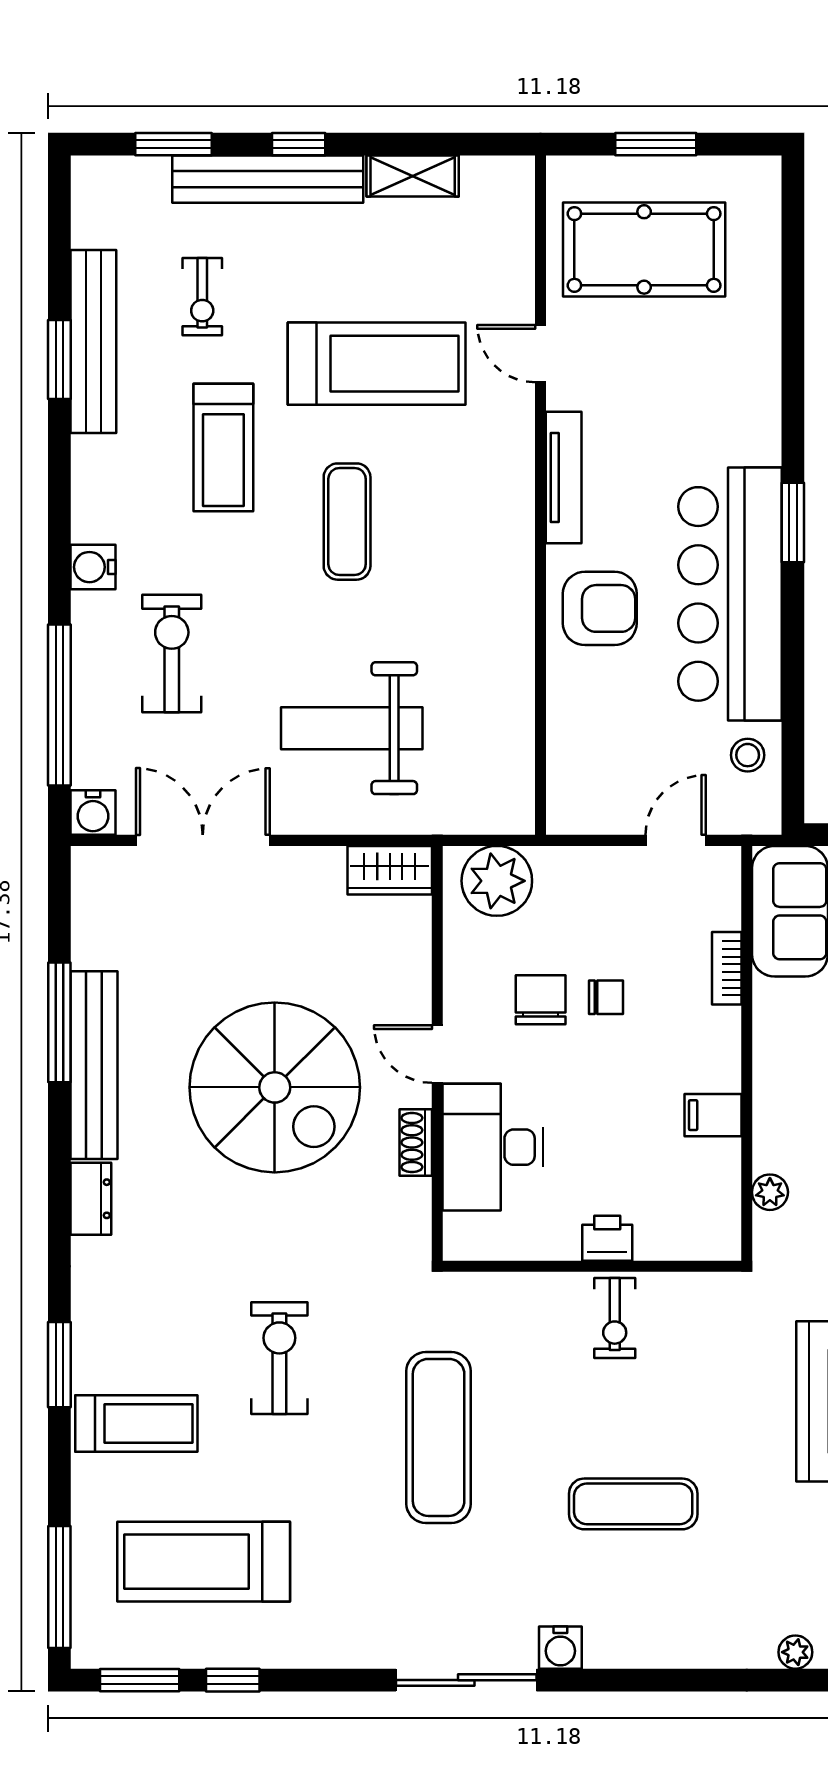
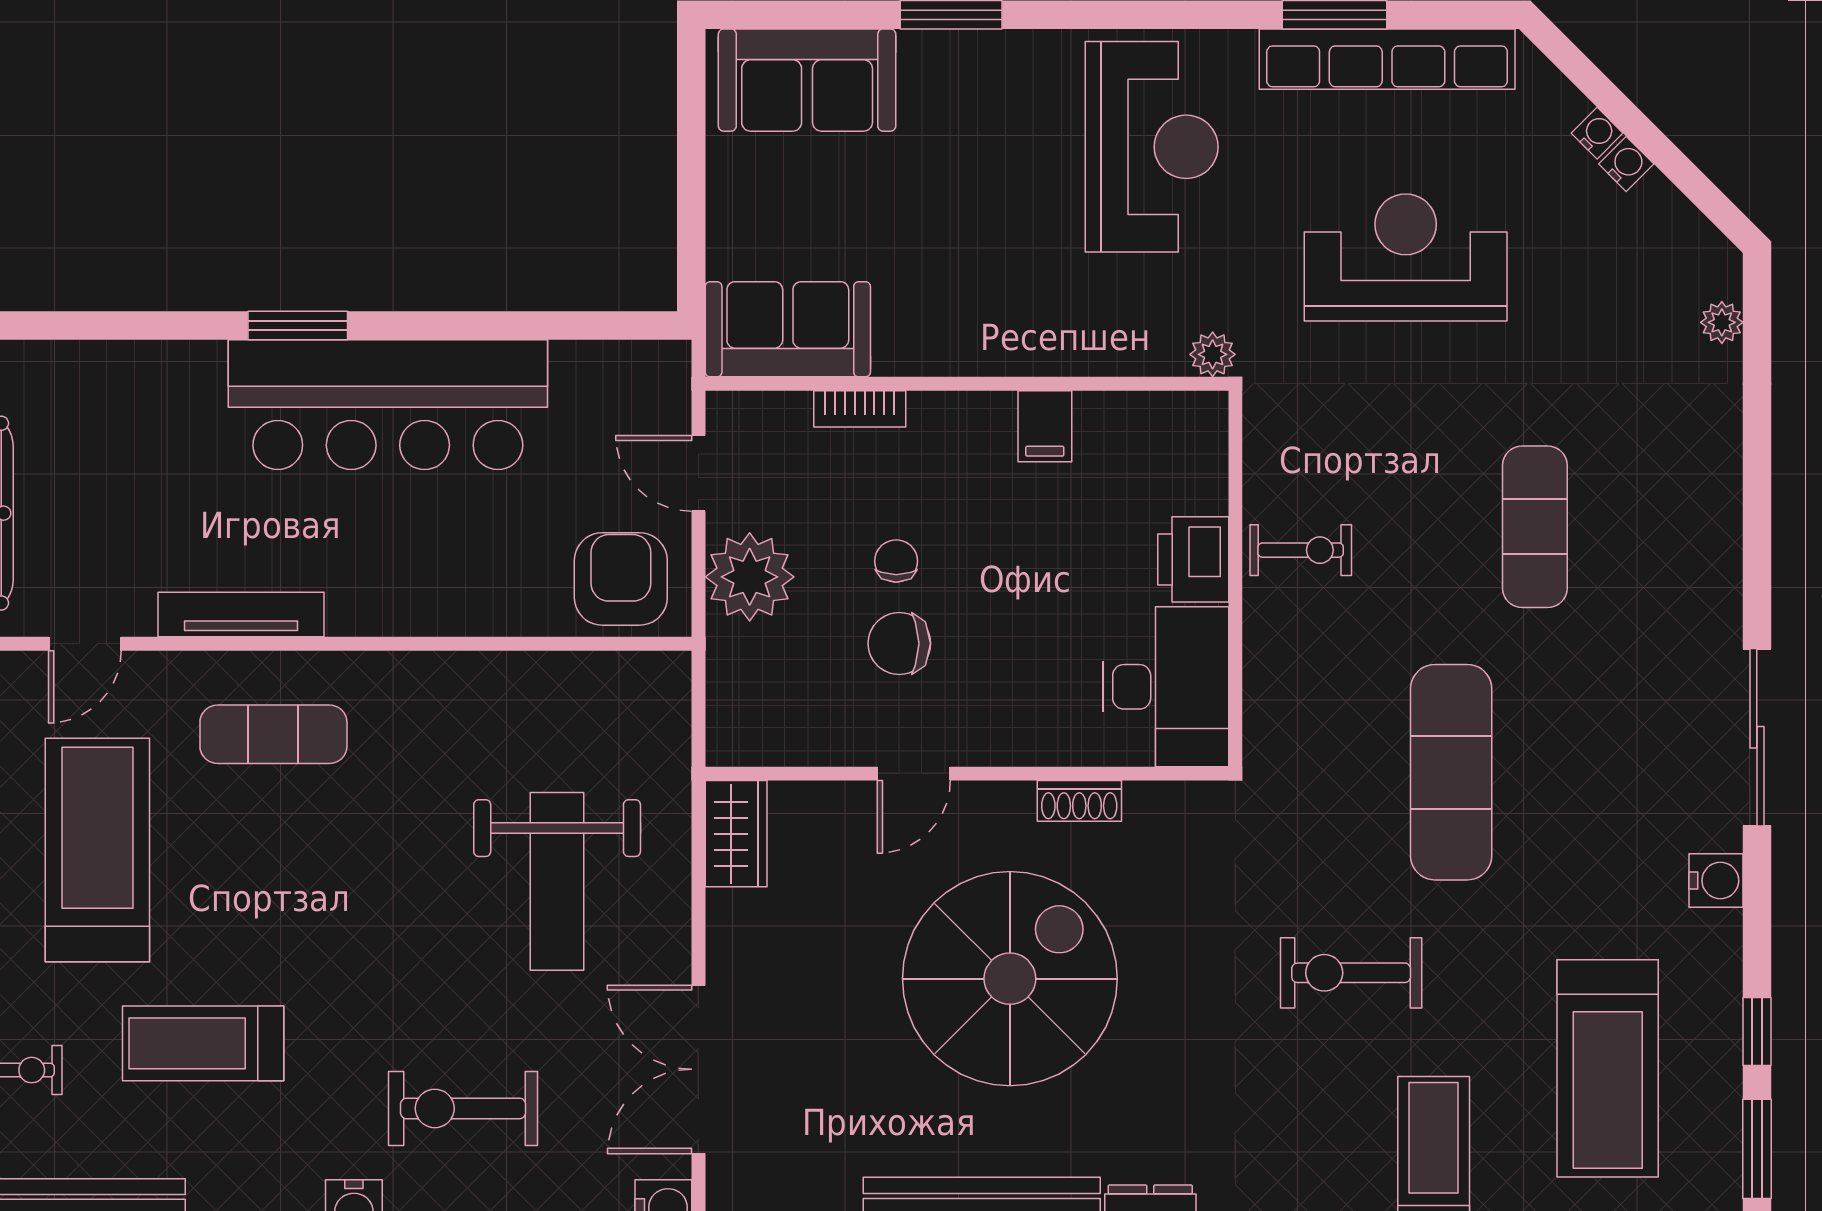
treadmill: (223, 447) -> (203, 1043), turned 180
exercise mat: (347, 522) -> (273, 734), moved
armchair: (600, 608) -> (621, 579), moved
stool: (748, 755) -> (591, 383), removed
plant: (497, 881) -> (750, 577), moved
door: (437, 1054) -> (914, 774), moved
desk: (493, 1147) -> (1166, 687), moved, turned -90
plant: (770, 1192) -> (1213, 354), moved
printer: (607, 1238) -> (1193, 559), width x1.36, depth x1.24
exercise mat: (439, 1437) -> (1451, 772), turned 90
water cooler: (560, 1648) -> (1716, 881), moved

